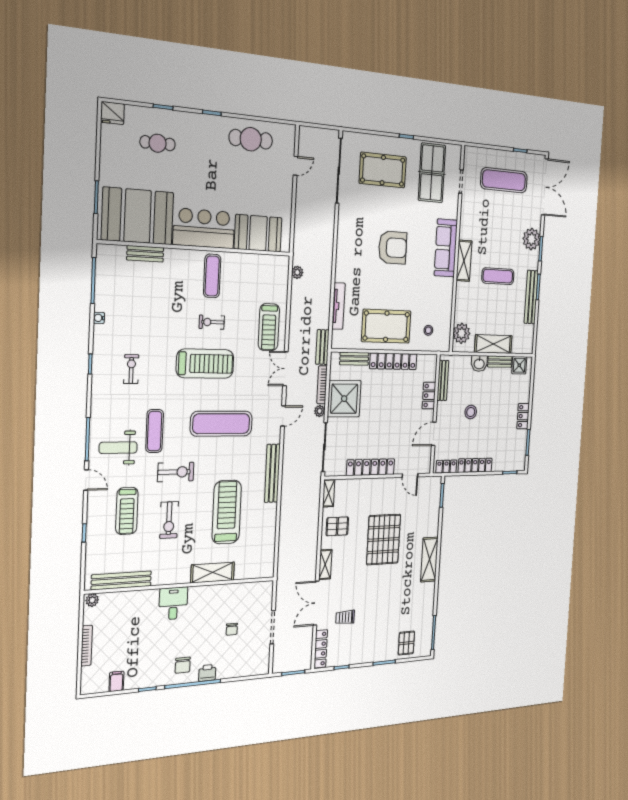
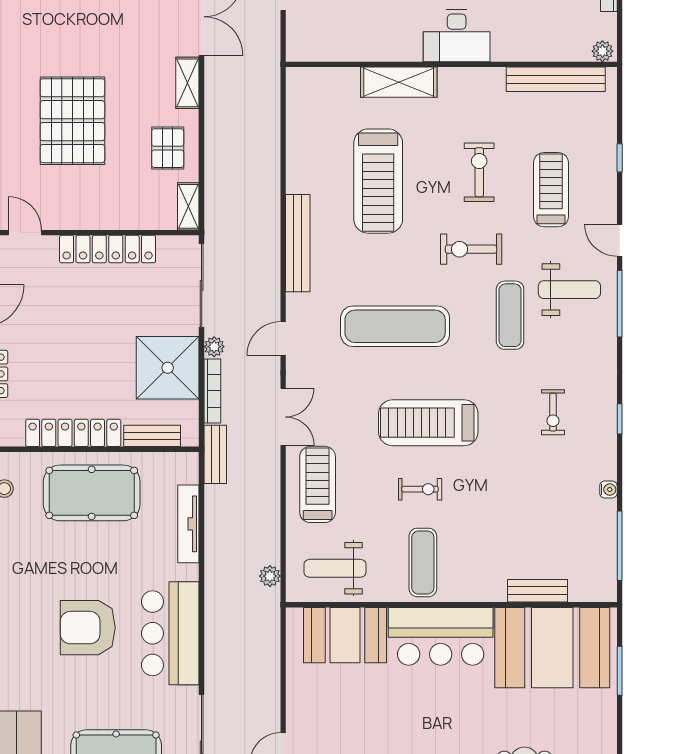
bar counter: (351, 241) -> (170, 633), added
weight bench: (262, 275) -> (335, 568), added
pallet: (337, 526) -> (168, 148), turned 90
desk: (173, 603) -> (457, 36), width x1.37

